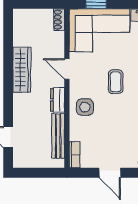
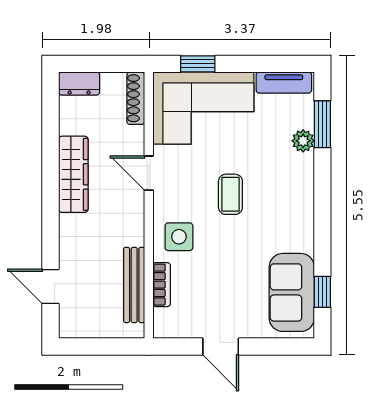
shoe rack: (59, 20) -> (136, 98), width x1.43
dresser: (58, 100) -> (79, 84), moved, turned -90
bookcase: (75, 155) -> (162, 285), moved

